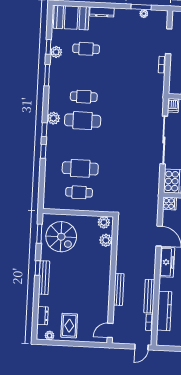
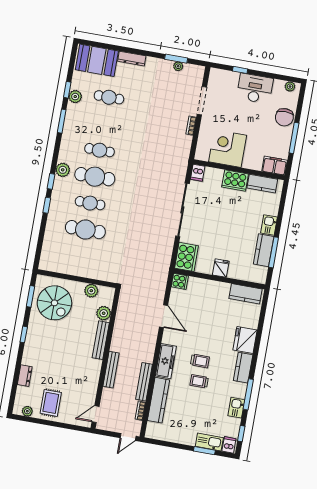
cafe table: (79, 192) -> (90, 203), moved
plant: (104, 222) -> (91, 291), moved
freezer: (167, 262) -> (166, 361), moved
bench: (44, 278) -> (101, 340), moved
dresser: (43, 316) -> (25, 376), moved

